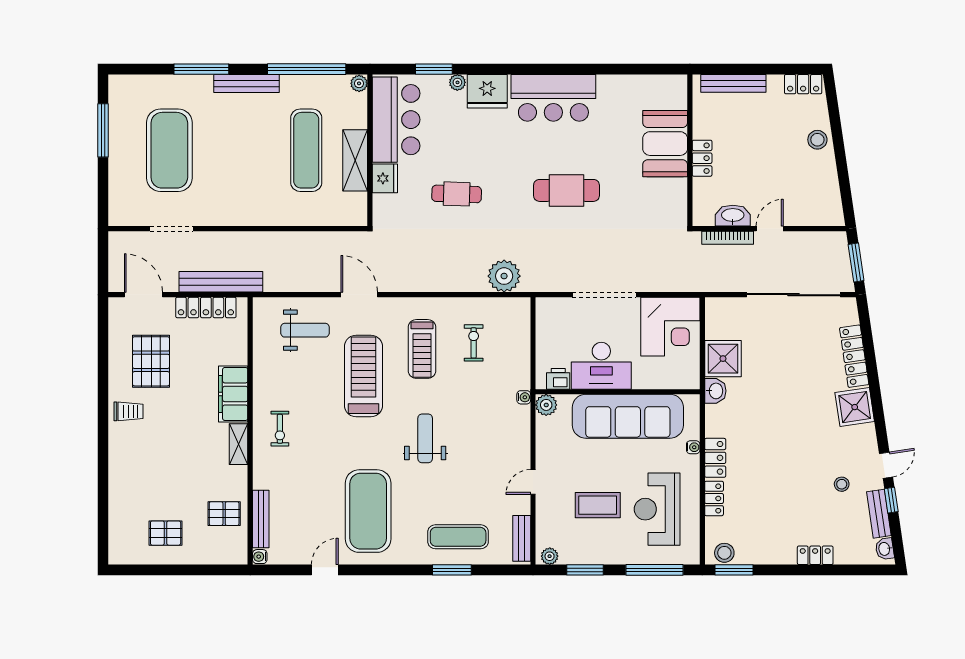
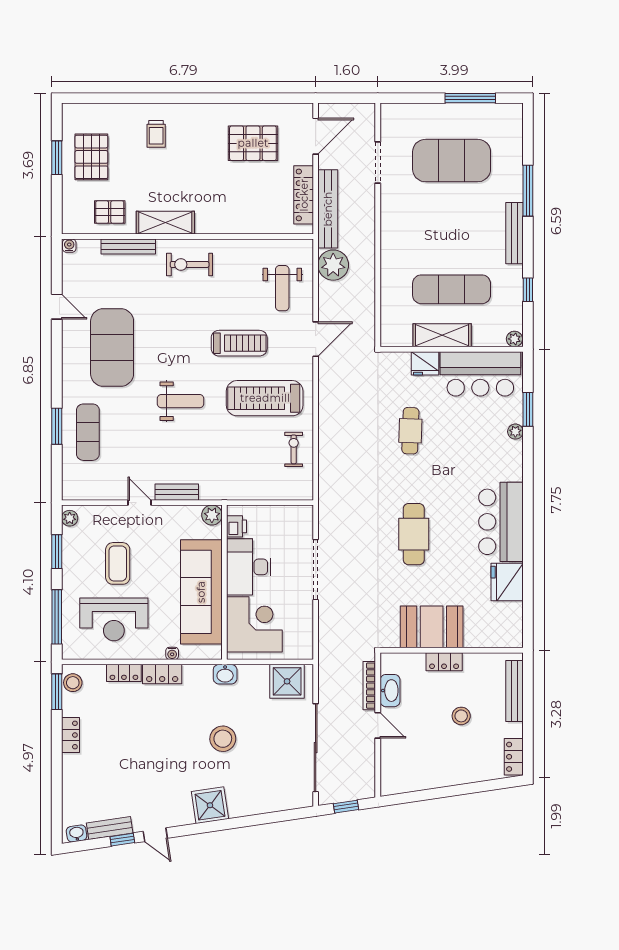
window: (307, 69) -> (528, 290), width x0.32
fridge: (487, 91) -> (507, 582), moved
stool: (817, 140) -> (461, 716), moved
booth: (665, 144) -> (432, 627), moved
window: (856, 262) -> (346, 807), width x0.67
plant: (504, 276) -> (333, 265), moved
corner desk: (670, 327) -> (254, 624), moved, turned 180
exercise bike: (474, 343) -> (294, 449), moved, turned -90
treadmill: (422, 349) -> (265, 398), width x1.37, depth x1.38
locker: (854, 356) -> (258, 805), removed
shower: (723, 359) -> (287, 681), moved
treadmill: (363, 376) -> (239, 343), width x0.73, depth x0.73
filing cabinet: (233, 394) -> (222, 221), removed
water cooler: (524, 397) -> (219, 494), removed
trolley: (129, 411) -> (156, 134), moved
exercise bike: (280, 429) -> (190, 264), width x1.38, depth x1.39
shelving: (238, 444) -> (165, 223), width x1.50, depth x1.33
stool: (842, 484) -> (223, 739), moved, width x1.89, depth x1.89
reception desk: (657, 509) -> (114, 619), turned 180
exercise mat: (368, 511) -> (112, 347), turned 90
pallet: (224, 514) -> (110, 212), turned 90
bench: (261, 519) -> (128, 247), moved
pallet: (166, 533) -> (91, 157), width x1.50, depth x1.42
bench: (522, 538) -> (177, 492), moved
locker: (815, 555) -> (70, 735), moved
window: (166, 570) -> (57, 158), added

